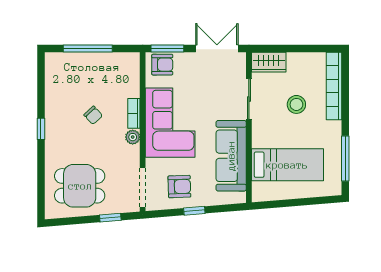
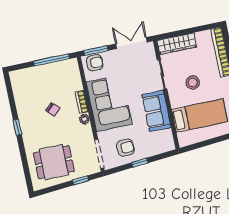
window: (88, 49) -> (52, 60), moved
wardrobe: (269, 62) -> (177, 44), width x1.50
stool: (296, 104) -> (193, 82), moved
sofa: (231, 156) -> (156, 111), width x0.73

